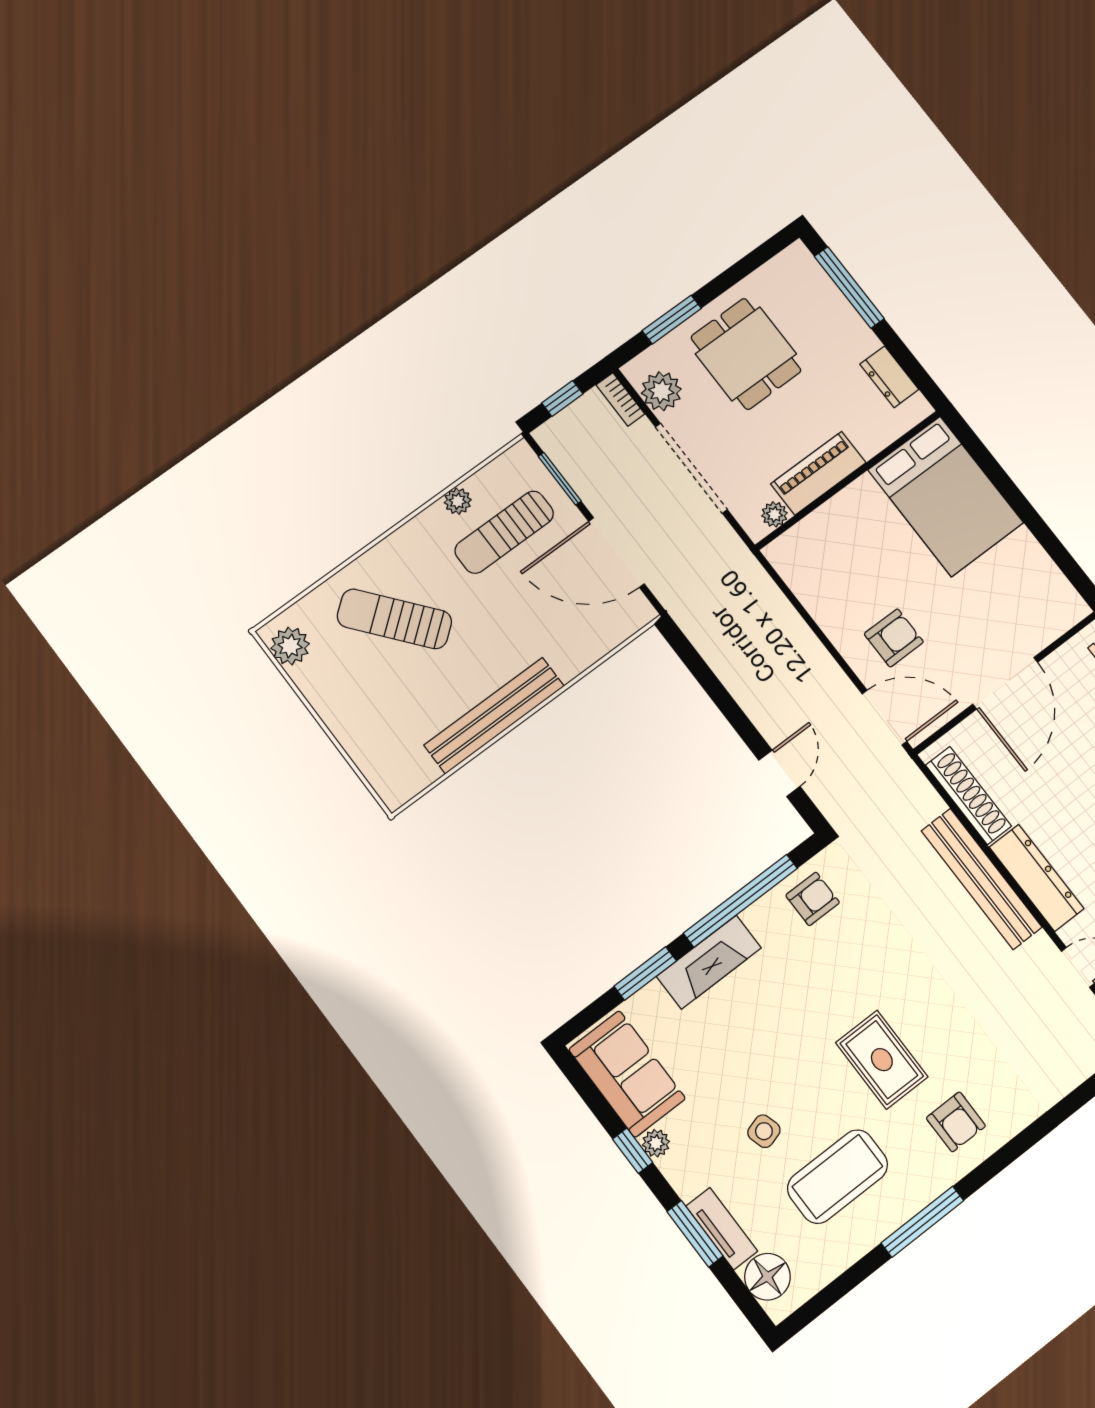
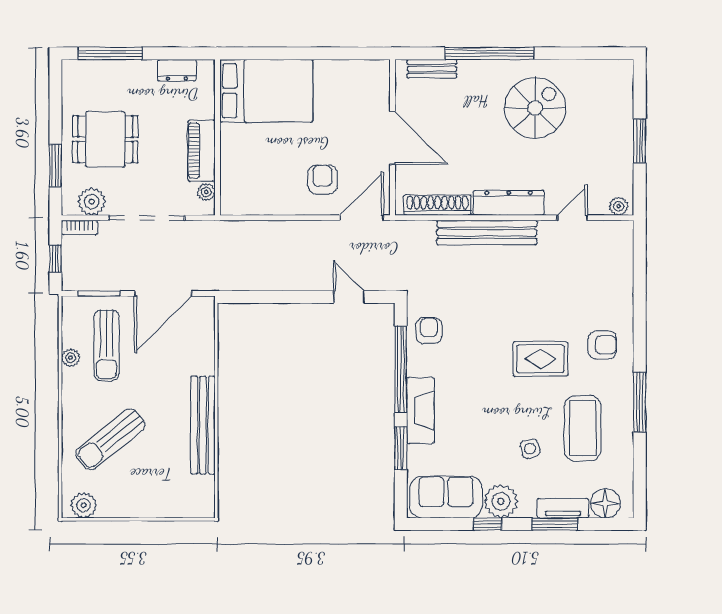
plant: (656, 1143) -> (501, 501), width x1.88, depth x1.88

